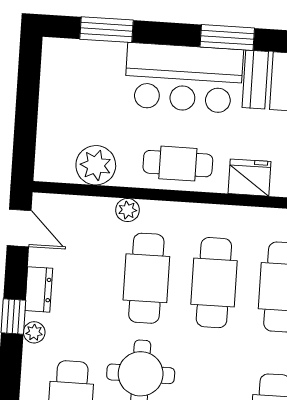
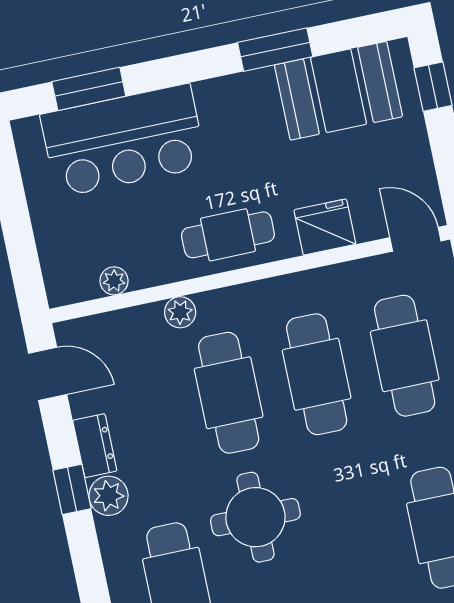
window: (227, 37) -> (275, 50), moved
bar counter: (184, 78) -> (123, 140), moved
plant: (96, 165) -> (114, 281), width x0.53, depth x0.53
plant: (34, 332) -> (109, 496), width x1.38, depth x1.38

